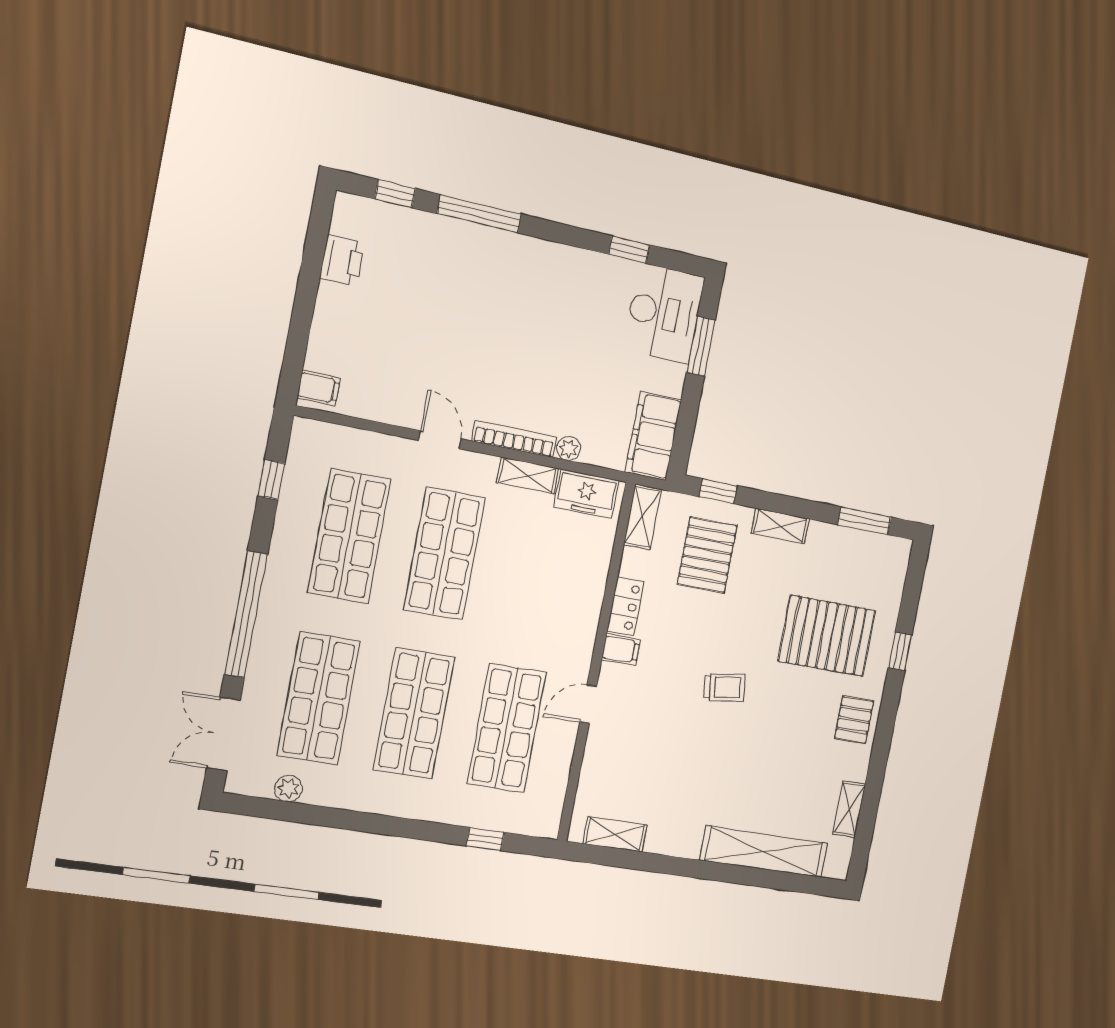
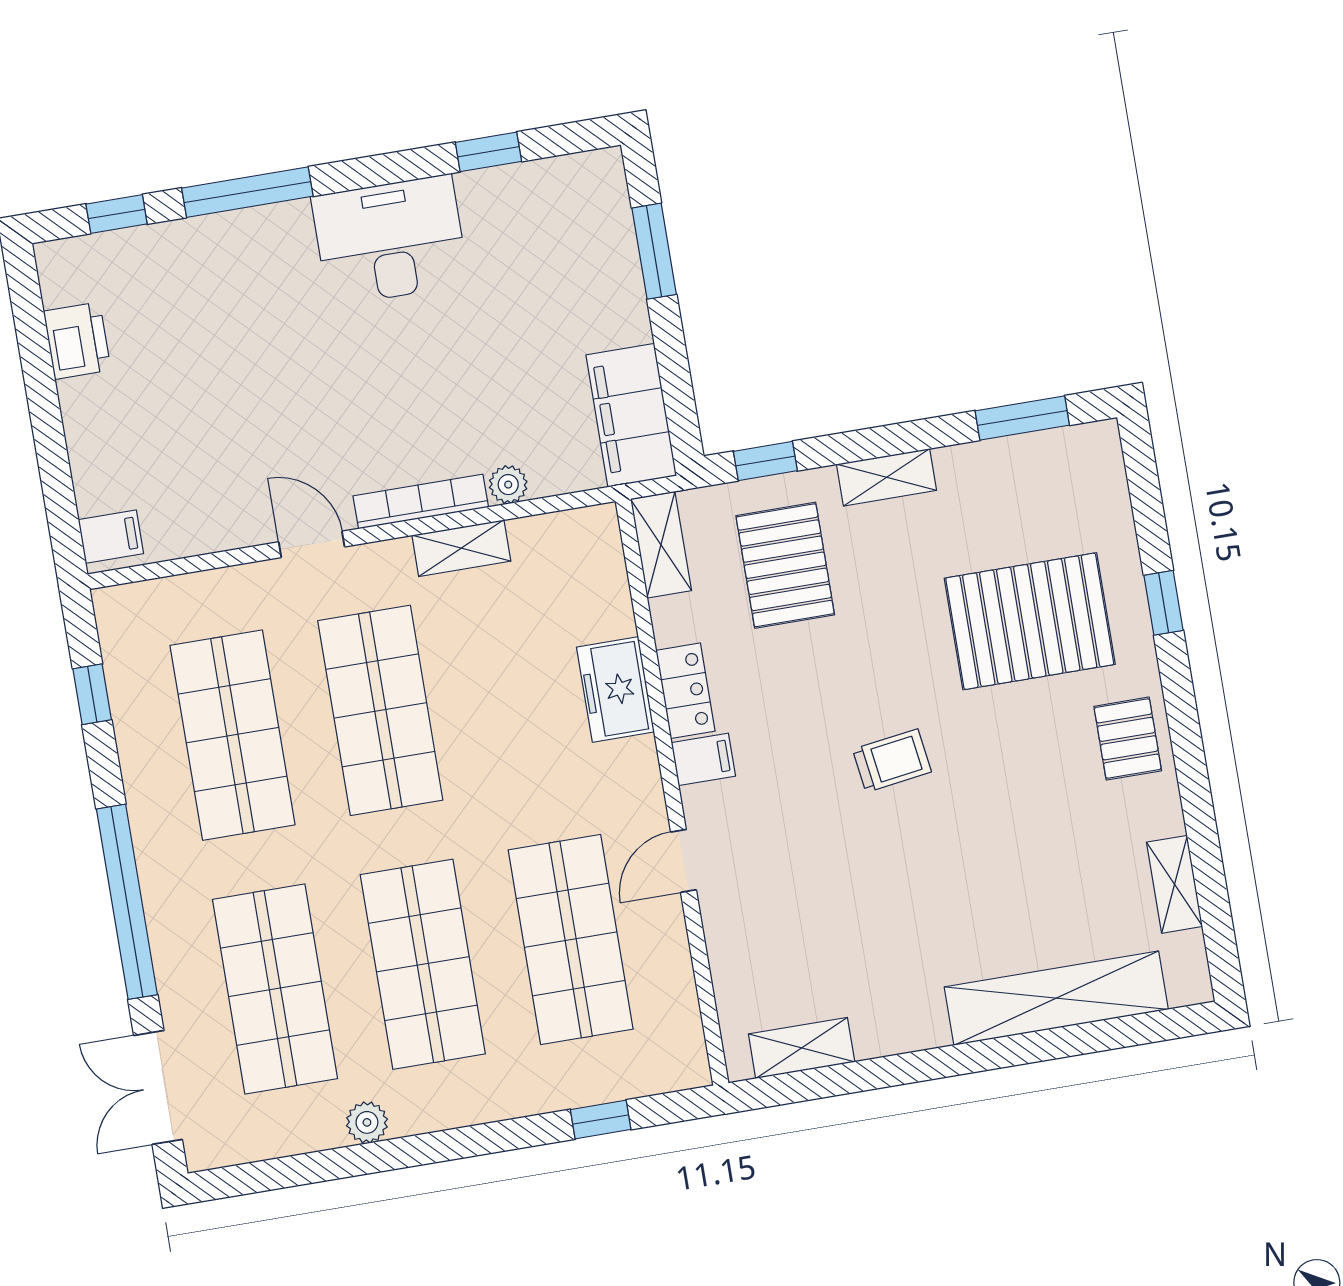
desk: (664, 313) -> (390, 240), moved, turned -90
freezer: (586, 494) -> (615, 689), moved, turned 90
plant: (289, 788) -> (367, 1122), moved

